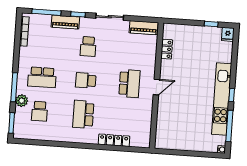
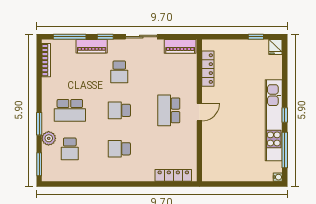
locker: (167, 49) -> (208, 69), width x1.53
school desk: (129, 84) -> (169, 110), turned 180
window: (14, 87) -> (39, 124), width x0.69
school desk: (83, 114) -> (119, 149), width x0.54
locker: (114, 140) -> (173, 175), moved

